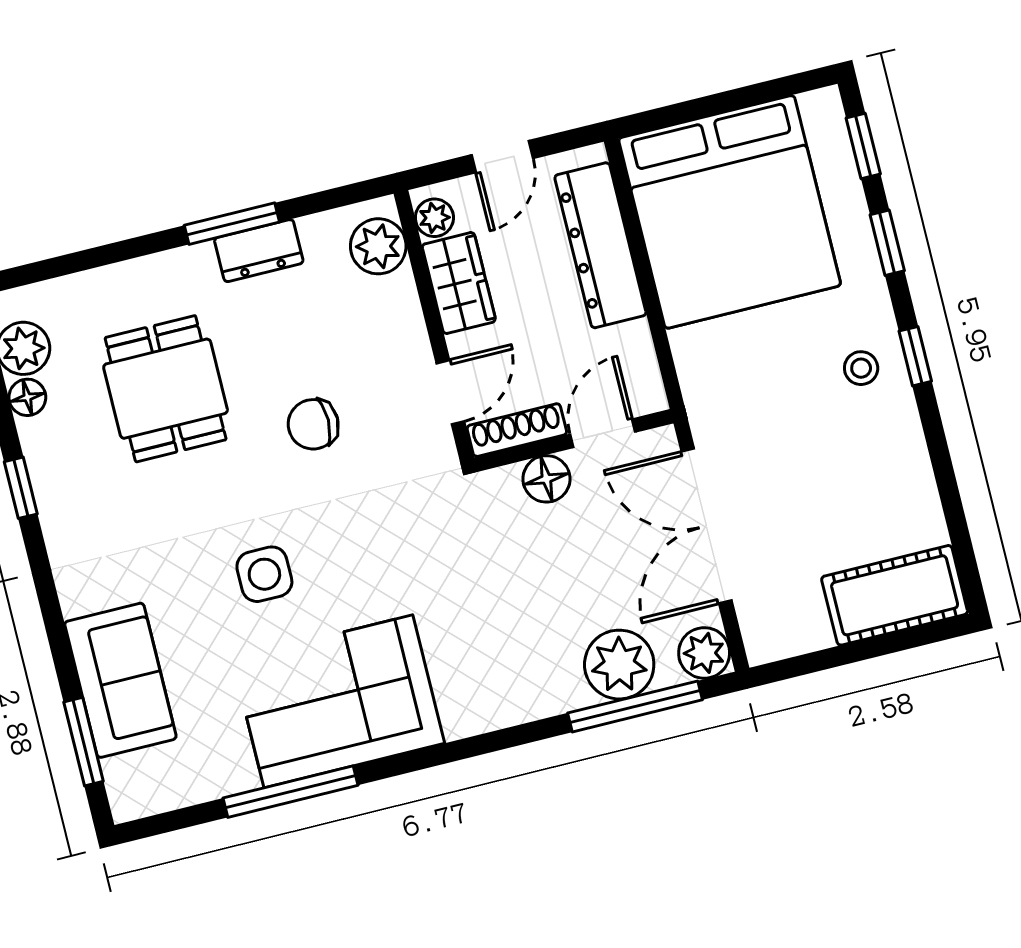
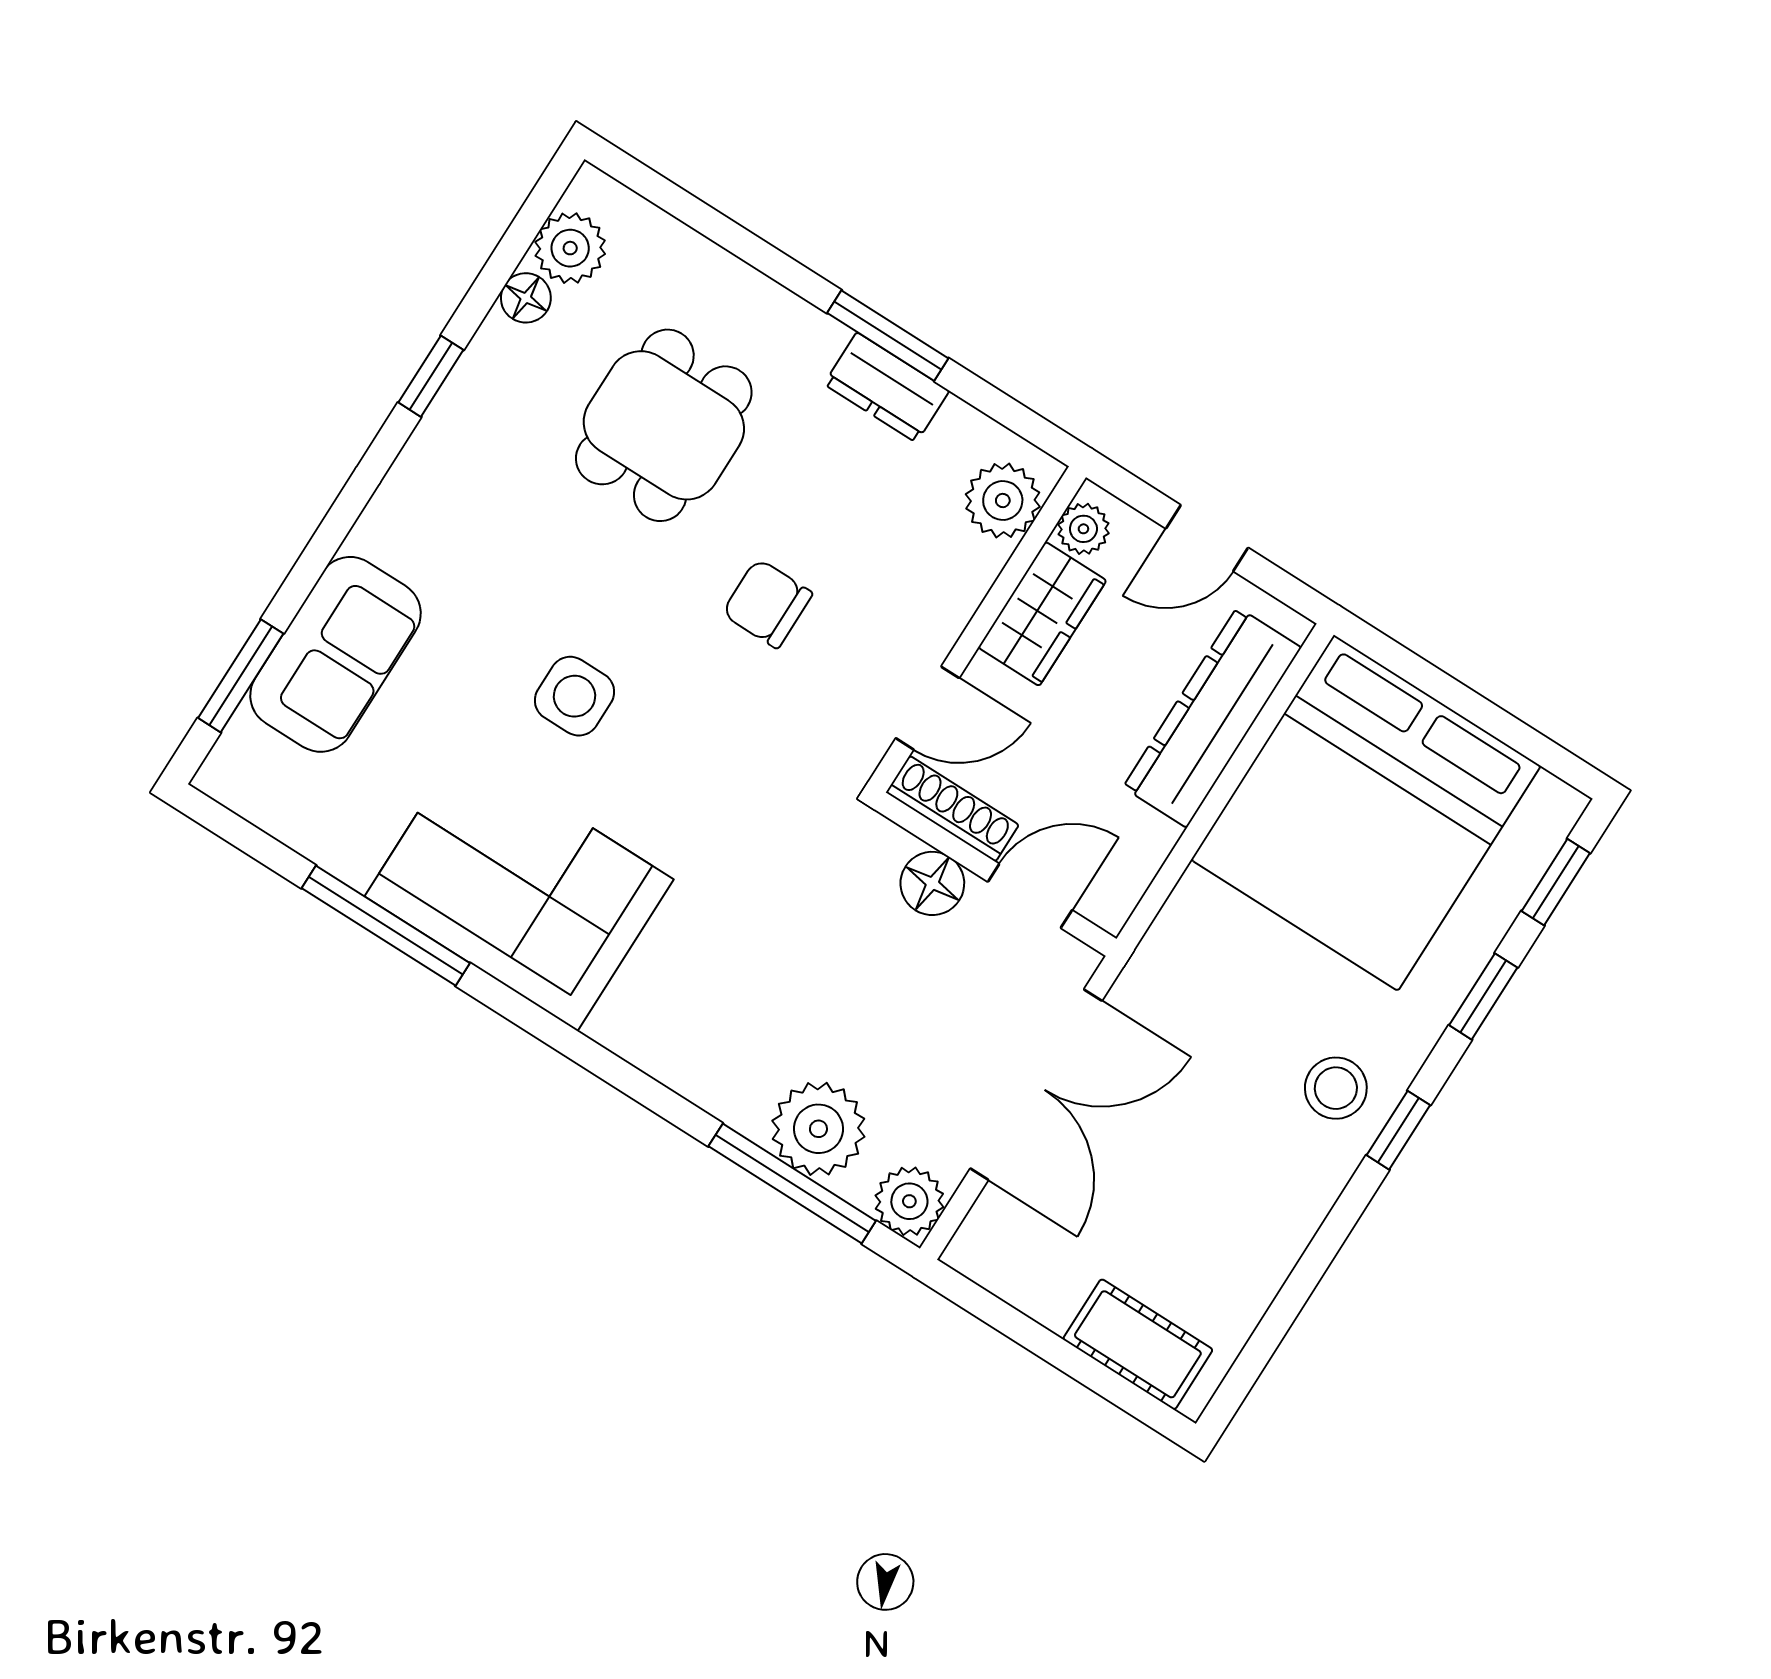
stool: (861, 368) -> (1336, 1088), width x1.37, depth x1.37
double door: (707, 526) -> (1036, 1085), swing flipped
cot: (895, 595) -> (1138, 1344), width x0.73, depth x0.75

